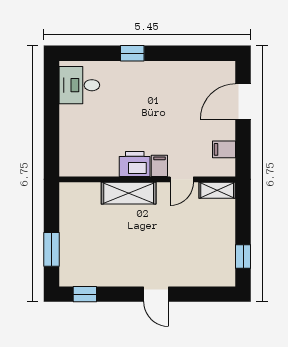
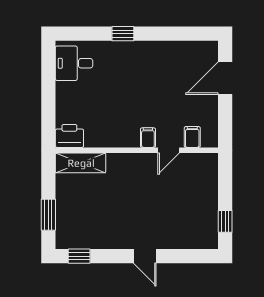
filing cabinet: (224, 149) -> (192, 137), moved, turned 90
printer: (135, 164) -> (69, 136), moved
shelving: (217, 190) -> (201, 160), removed
shelving: (129, 193) -> (81, 163), moved

